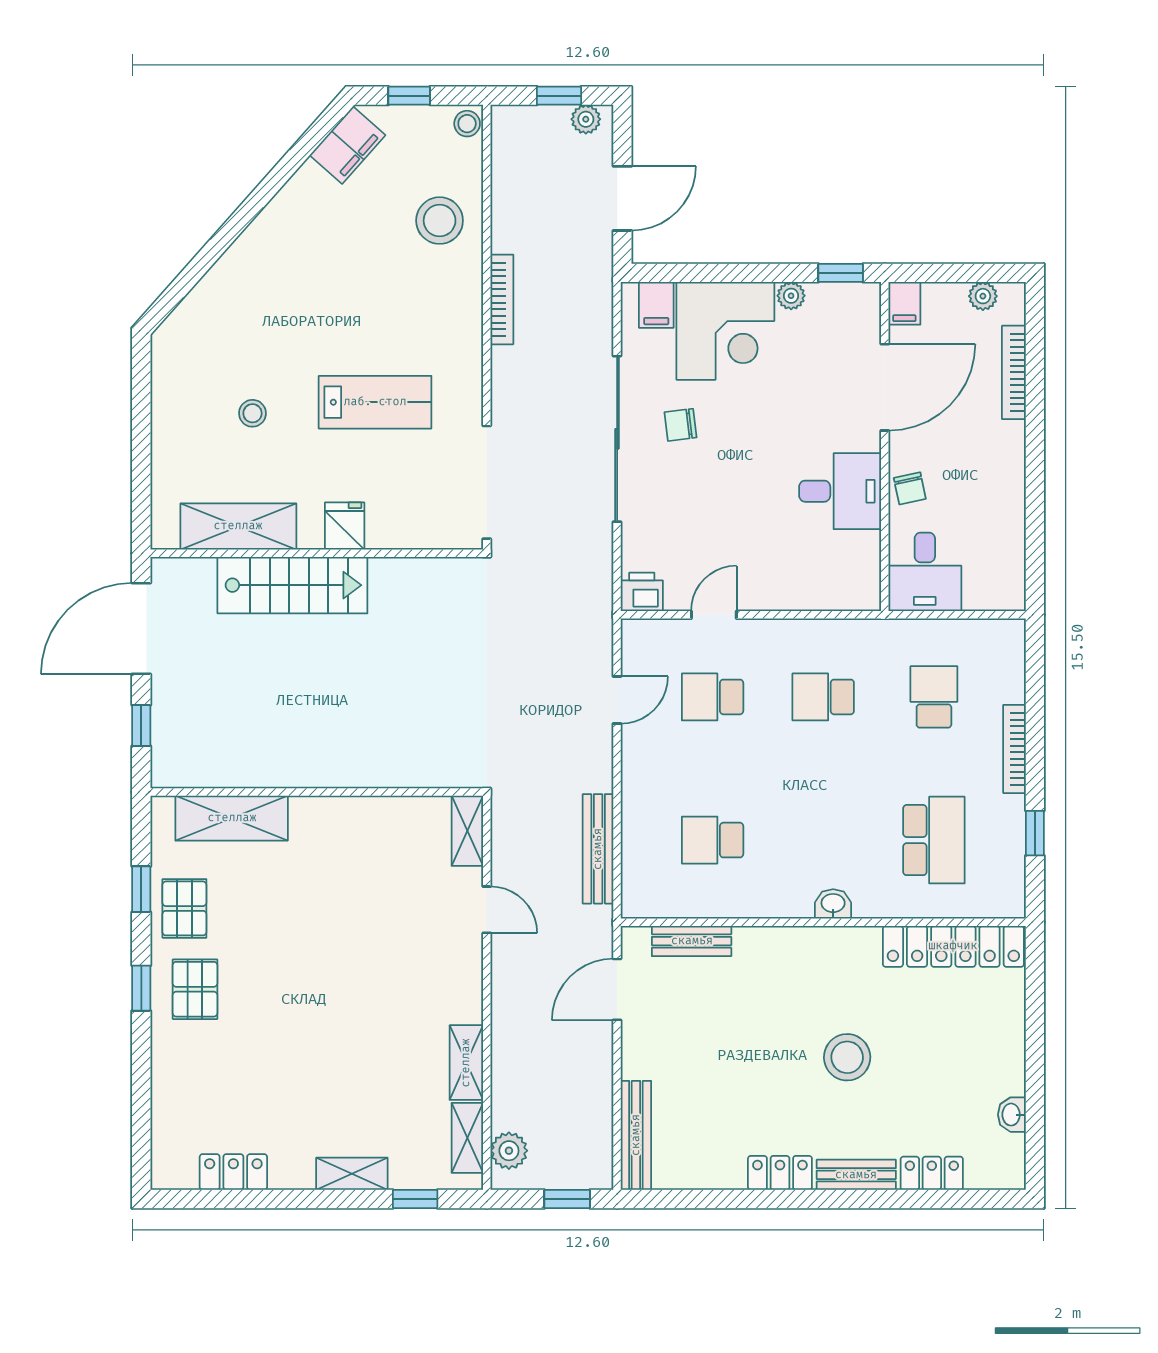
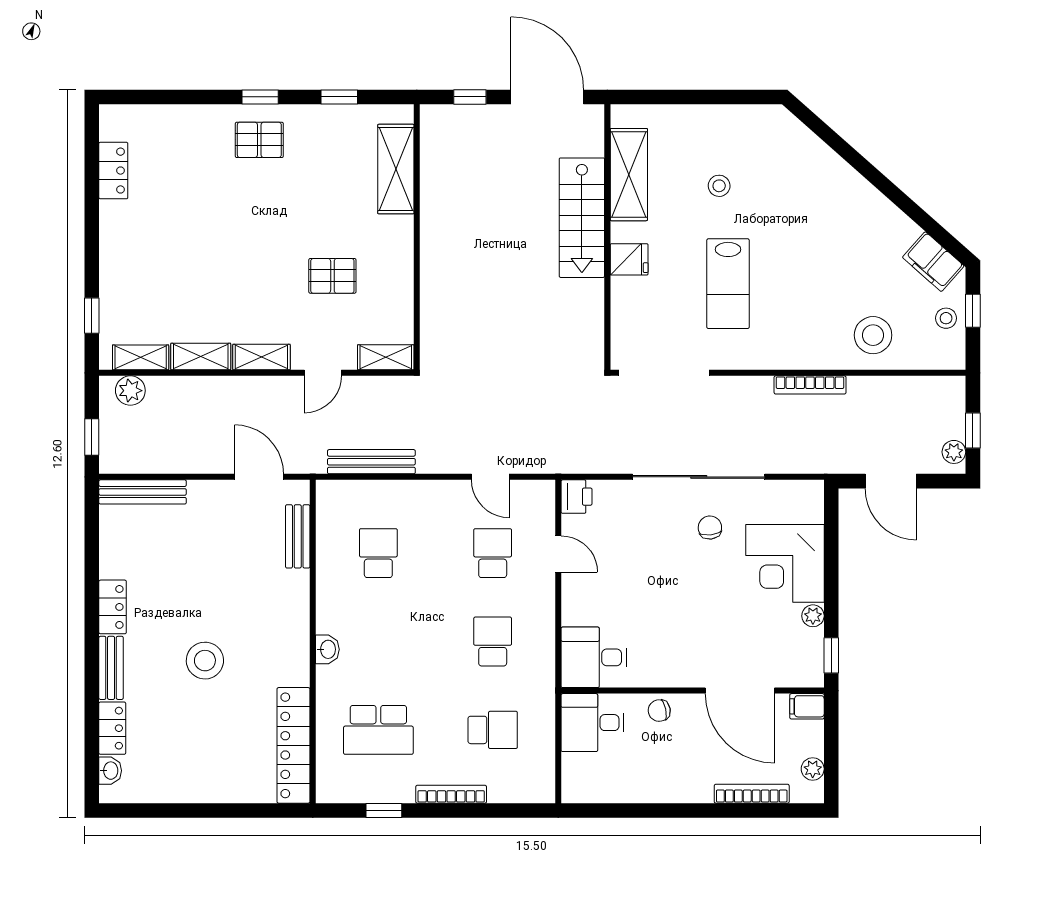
stool: (467, 124) -> (946, 318), moved
filing cabinet: (656, 305) -> (806, 508), removed
desk: (840, 491) -> (594, 657), moved, turned 90
pallet: (184, 908) -> (332, 276), moved
washbasin: (1012, 1115) -> (110, 771), moved, turned 90
shelving: (352, 1174) -> (261, 357), moved, turned 90

